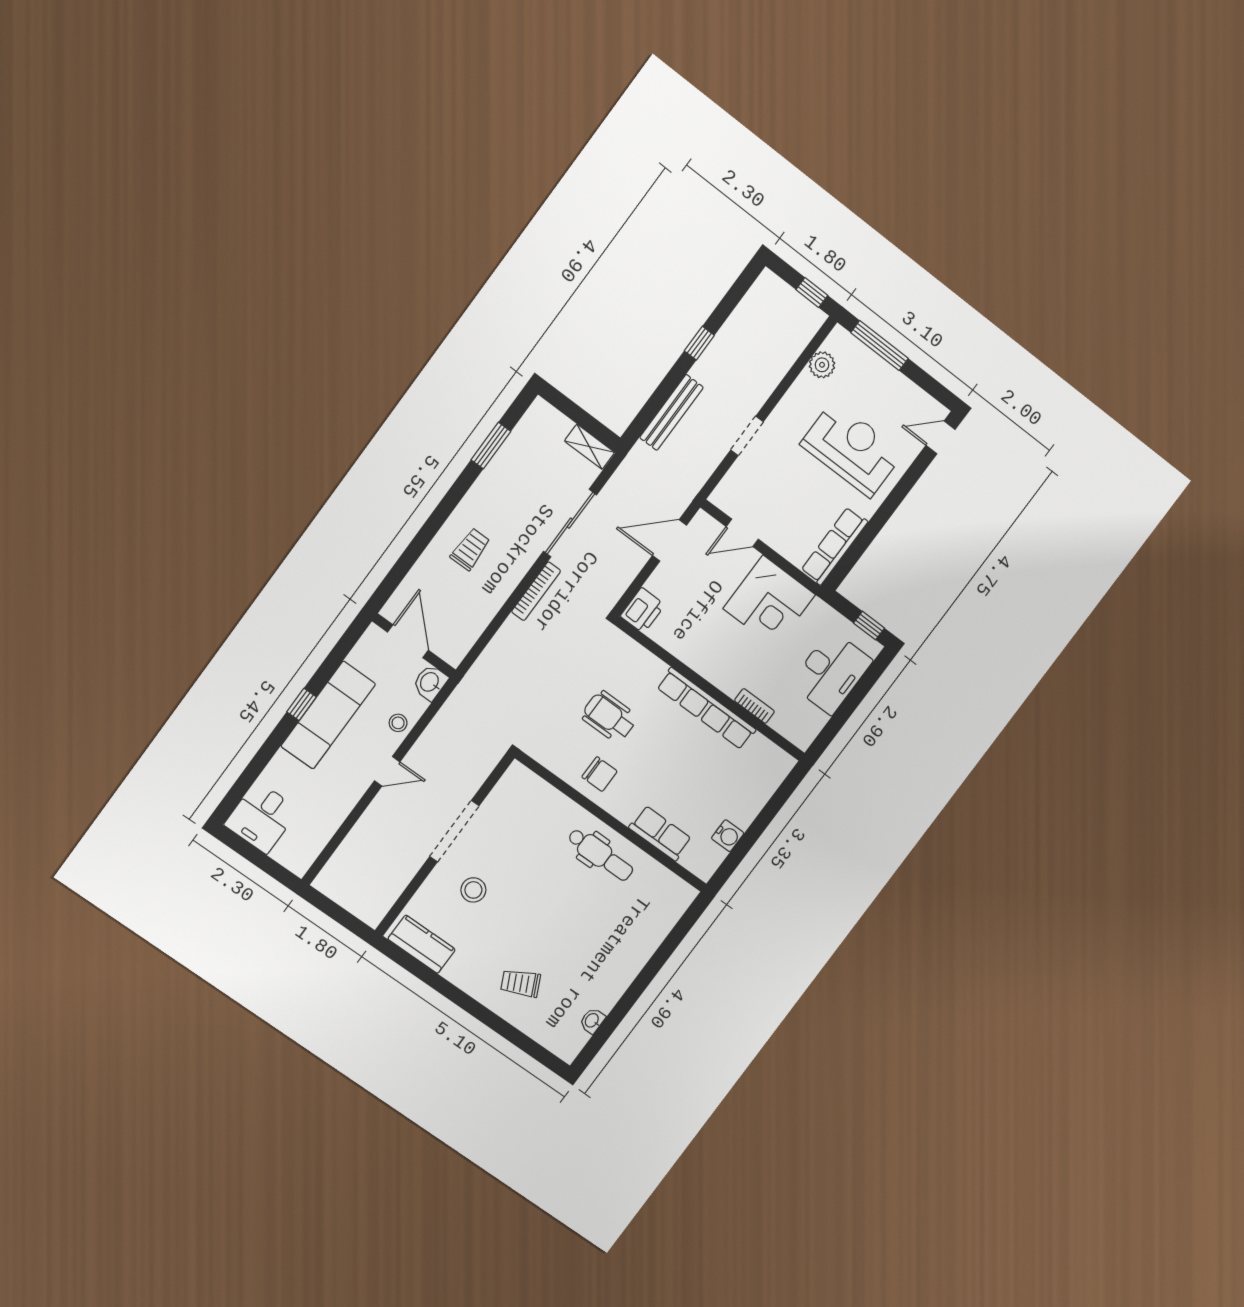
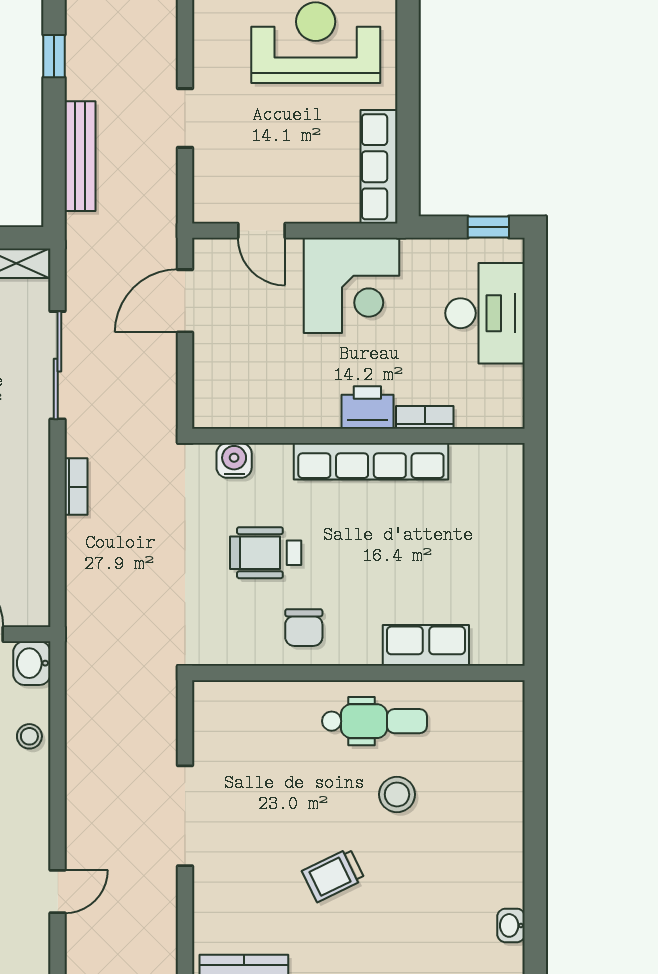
door: (742, 533) -> (262, 231), hinge flipped
bookcase: (536, 591) -> (76, 487), width x0.64
printer: (643, 610) -> (367, 407), moved, turned -90
door: (387, 771) -> (58, 892), moved
chair: (600, 774) -> (304, 628), turned 90
water cooler: (728, 836) -> (234, 460), moved, turned -90
stool: (473, 890) -> (397, 794), moved
trolley: (521, 983) -> (333, 875), moved

